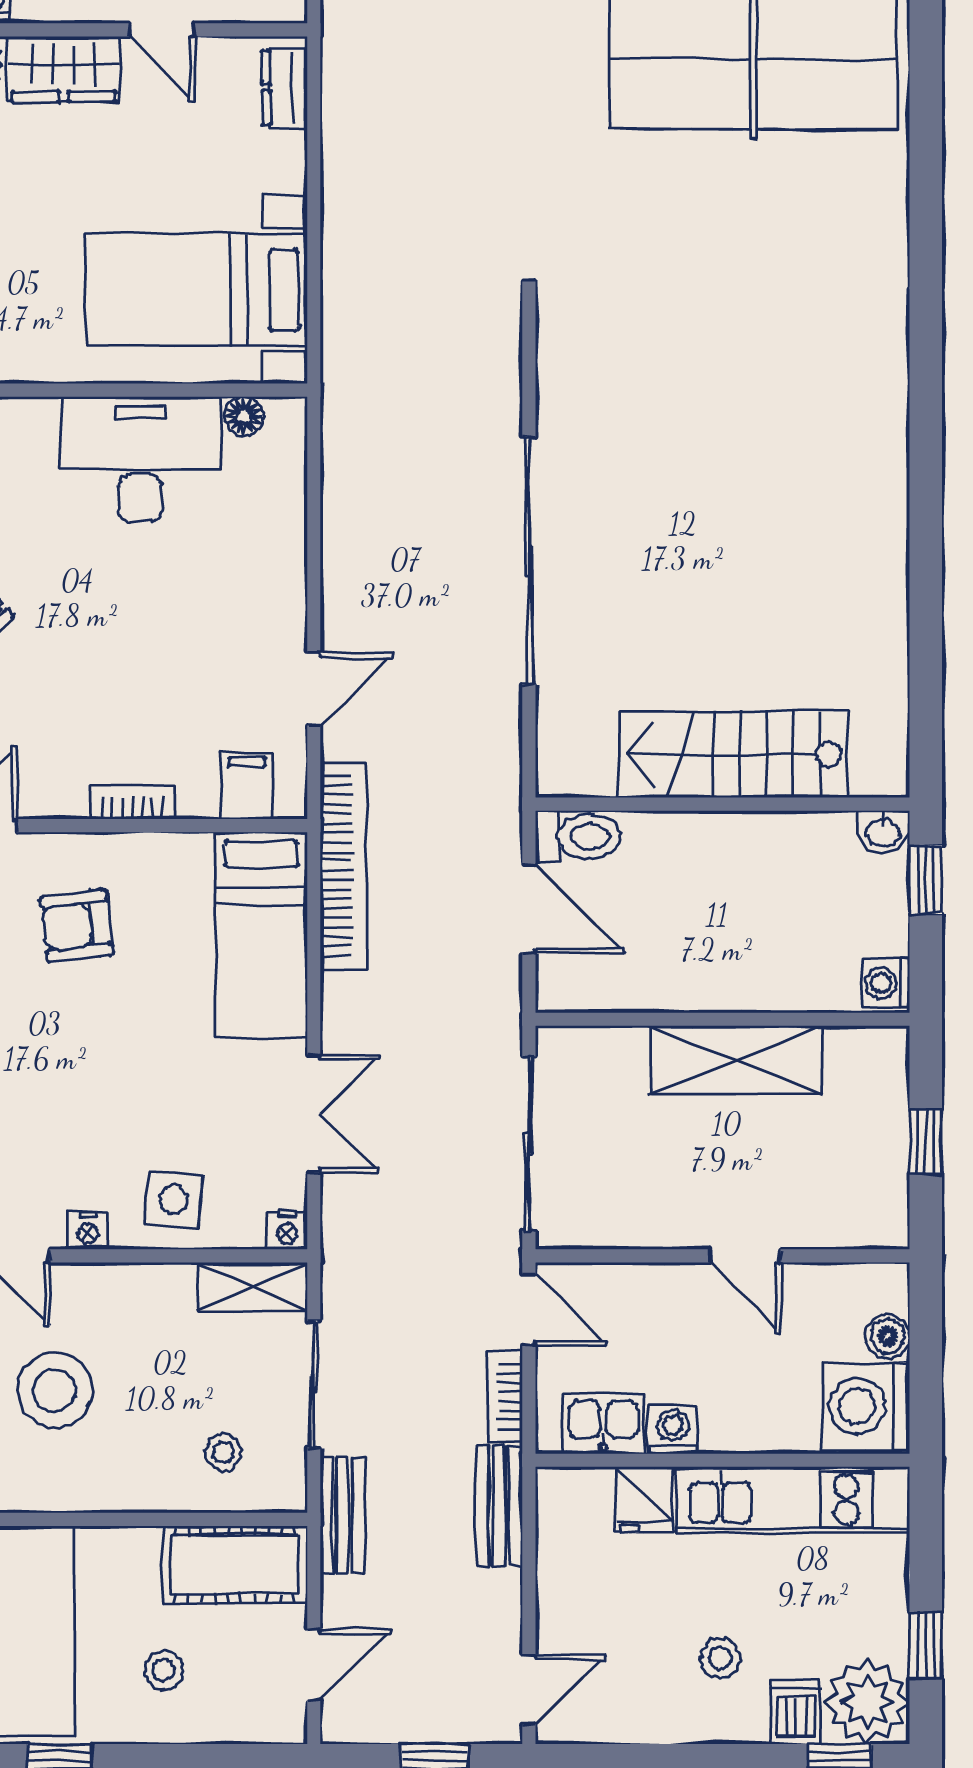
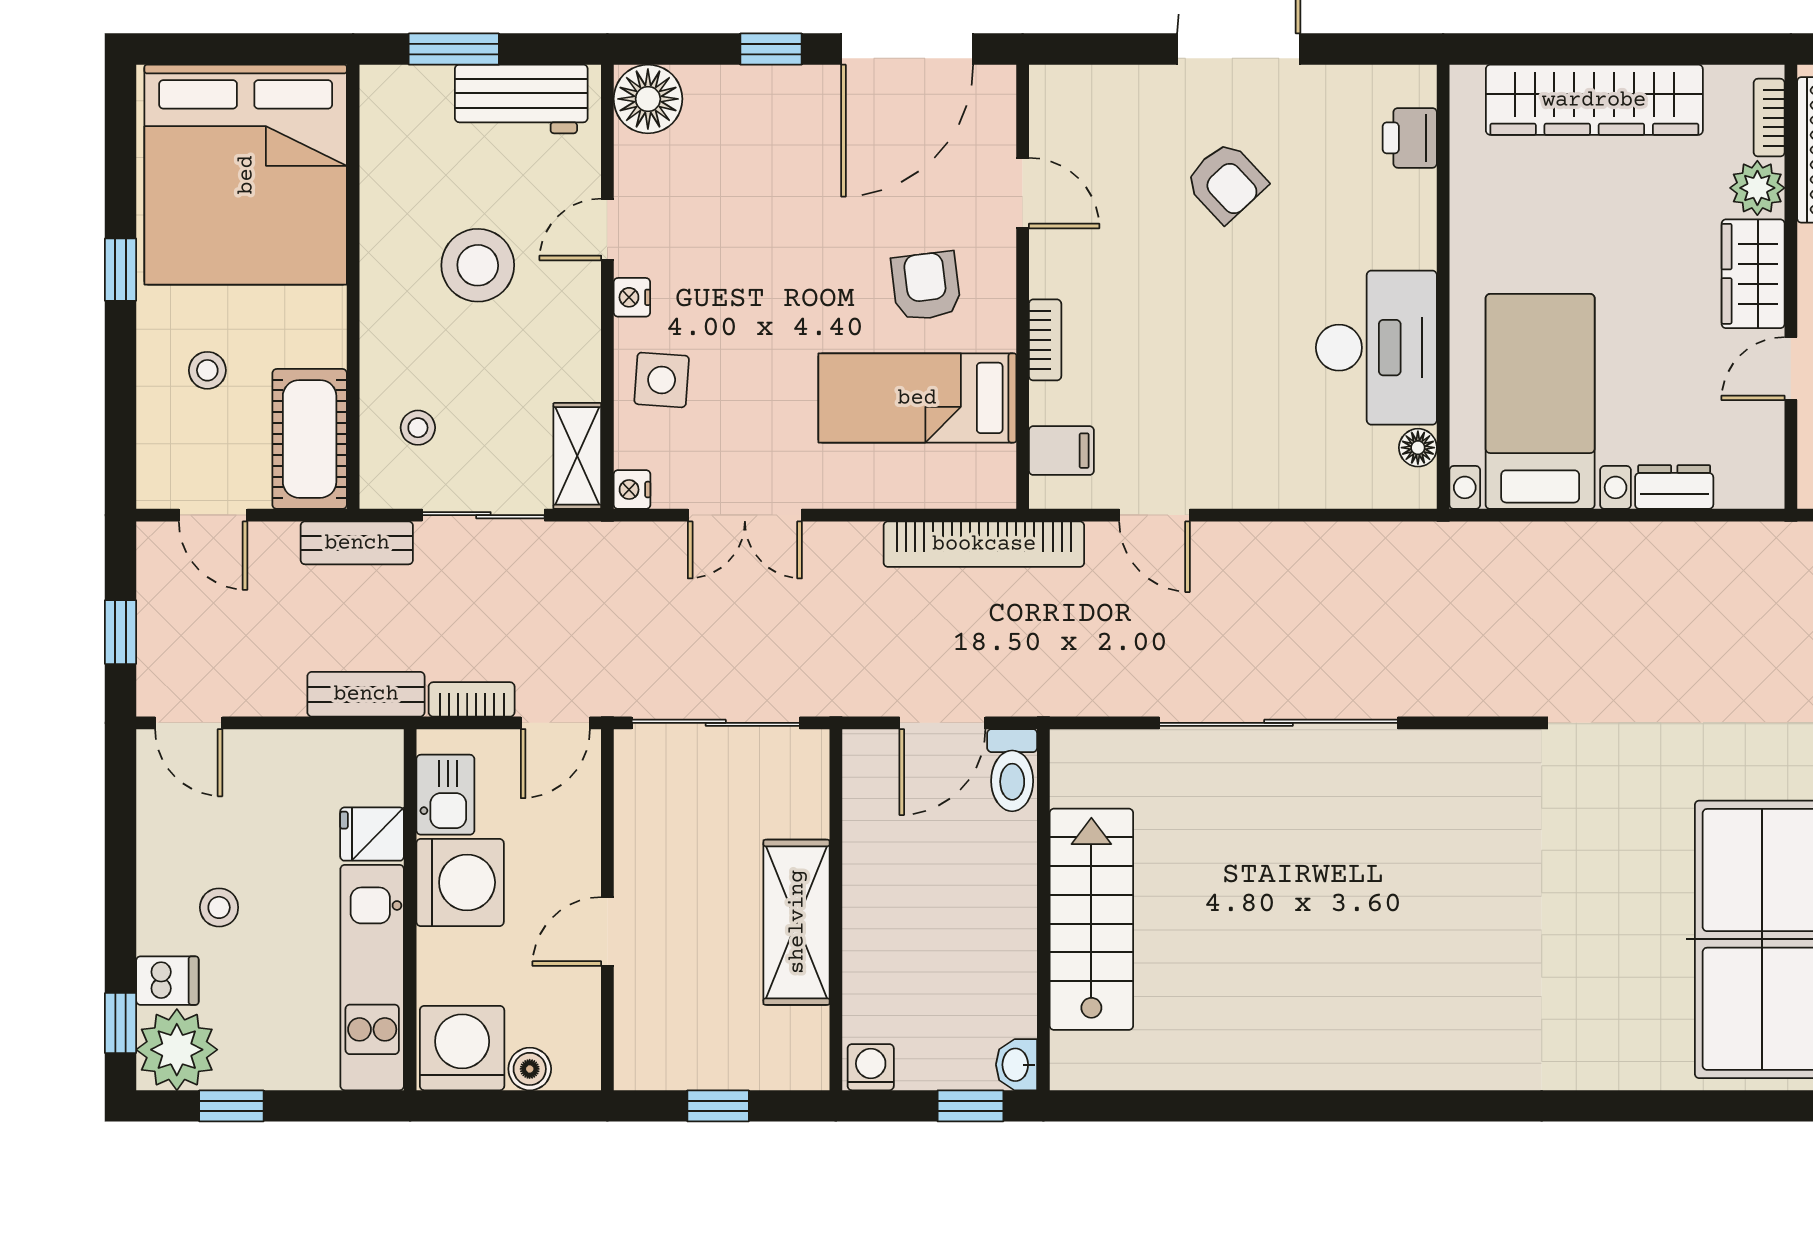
dresser: (285, 88) -> (1674, 487), moved
bed: (261, 935) -> (917, 398), moved
washing machine: (673, 1430) -> (460, 882), width x1.89, depth x1.89

